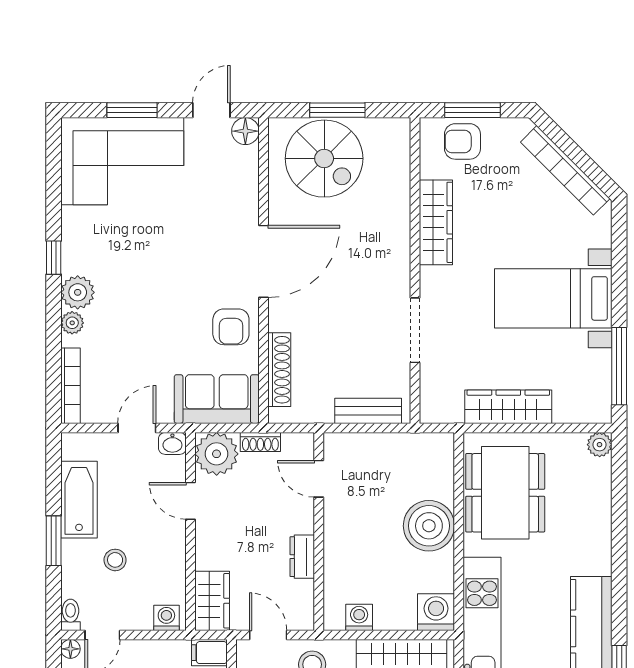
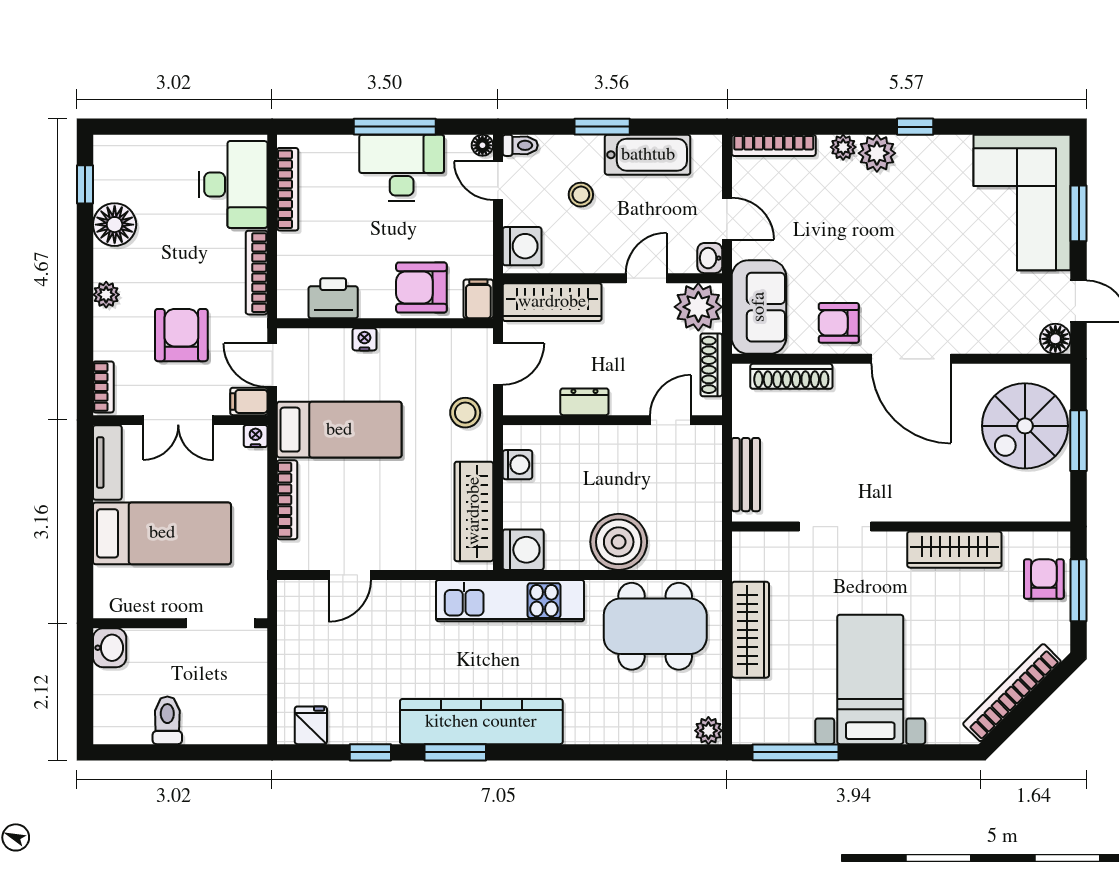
shoe rack: (260, 442) -> (711, 365), width x1.43
wardrobe: (212, 601) -> (552, 302), width x1.50
washing machine: (166, 618) -> (522, 246), width x1.38, depth x1.38

